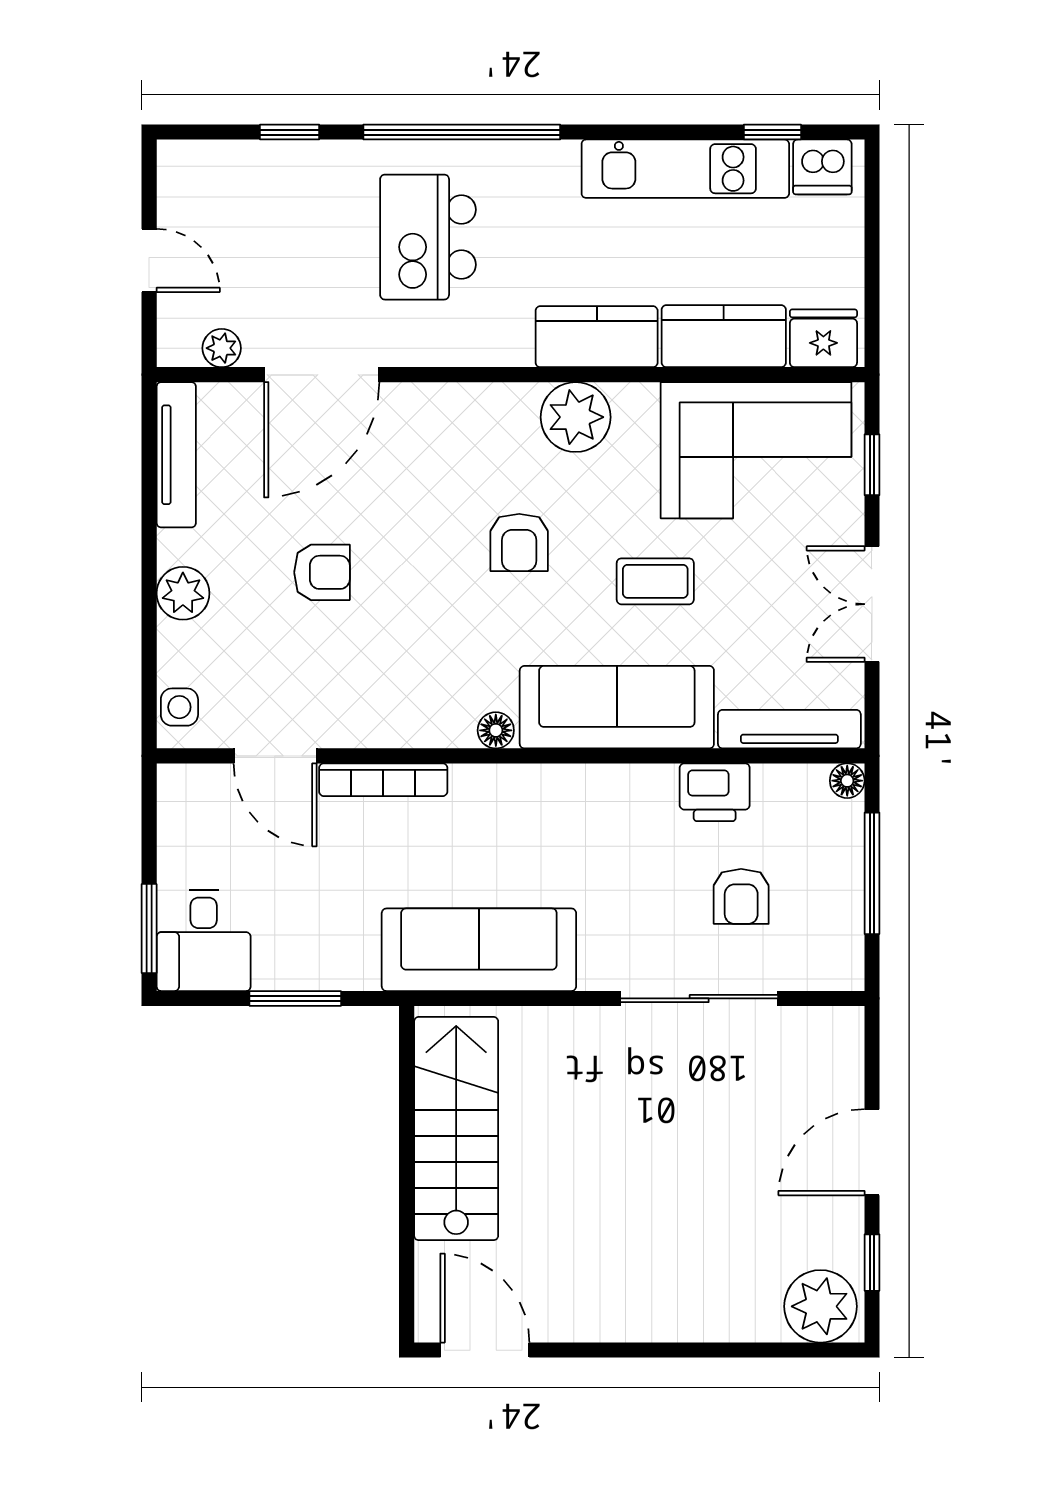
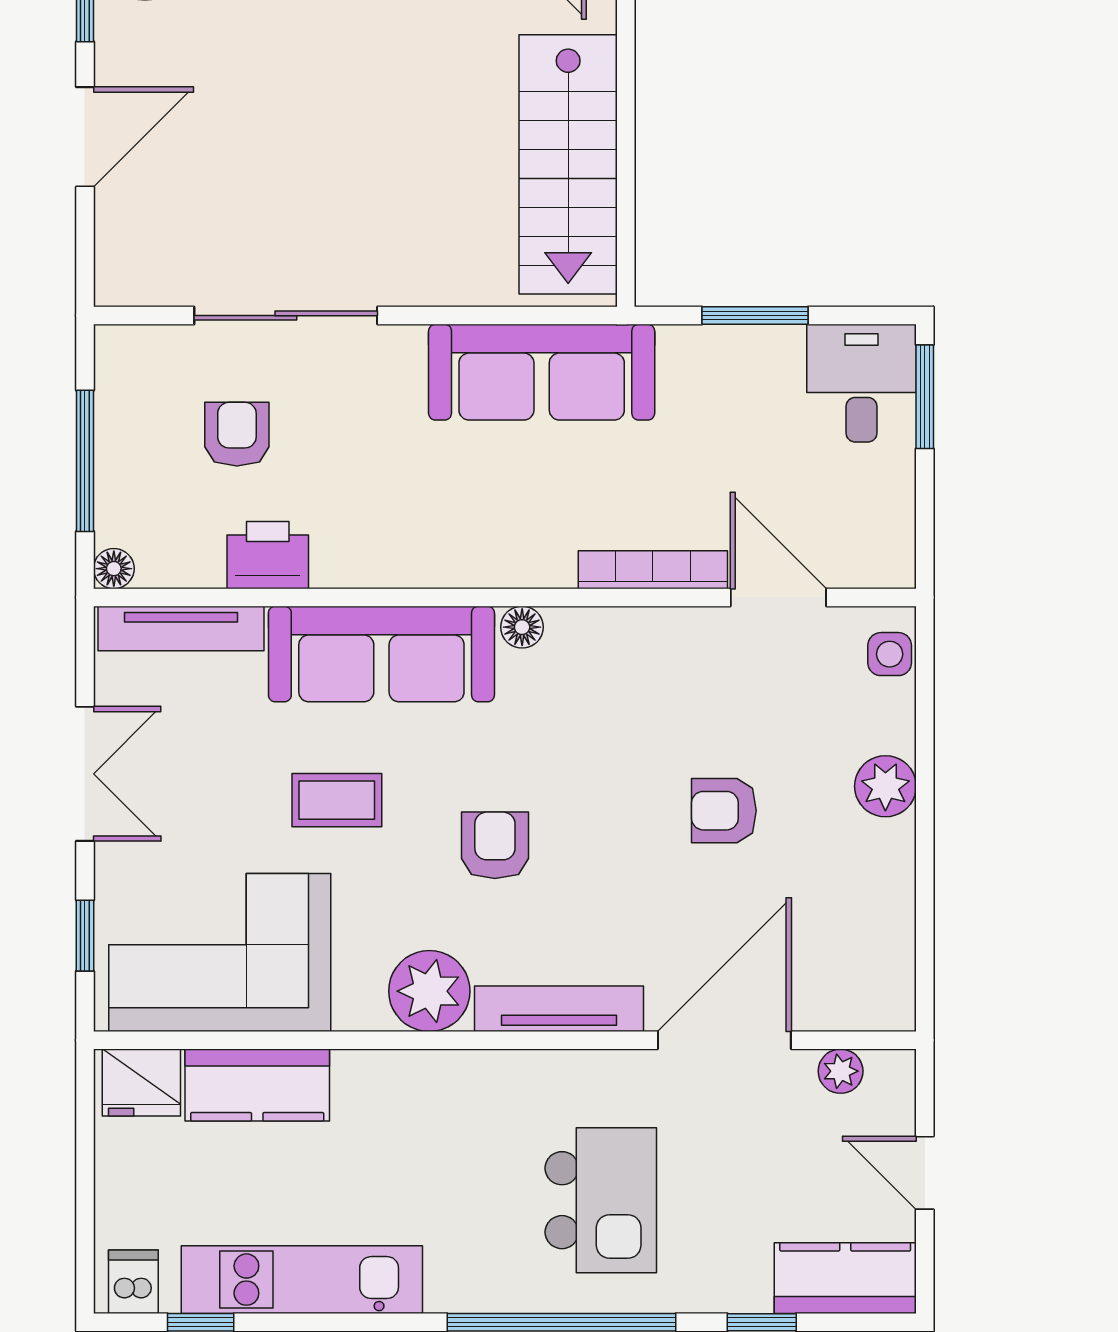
dishwasher: (822, 167) -> (133, 1282), width x0.73
kitchen counter: (597, 337) -> (845, 1278), moved, turned 180
tv unit: (176, 455) -> (559, 1009), moved, turned 90

